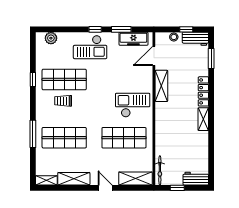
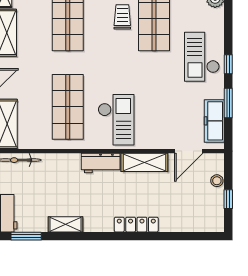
workbench: (195, 39) -> (101, 163), moved, turned -90
door: (154, 56) -> (189, 151), swing flipped
window: (211, 58) -> (26, 236), moved
shelving: (203, 119) -> (66, 224), moved

